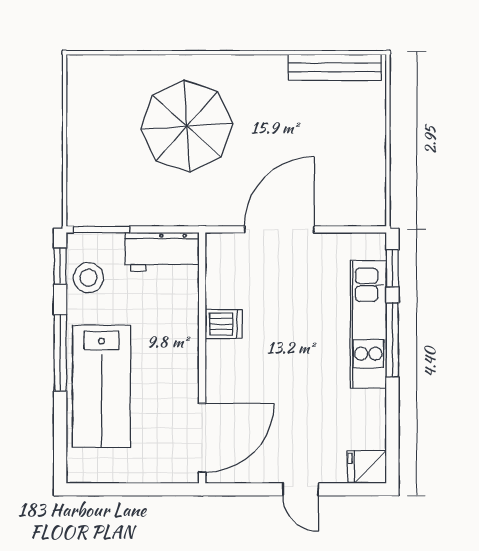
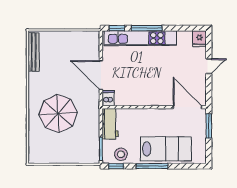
dishwasher: (224, 324) -> (108, 98), moved
kitchen unit: (368, 324) -> (140, 38), width x1.36
window: (156, 489) -> (209, 126), added

